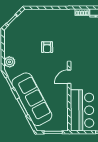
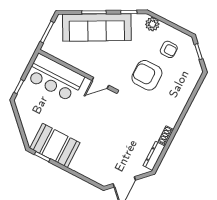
armchair: (21, 41) -> (169, 49), added
armchair: (47, 47) -> (147, 75), width x1.88, depth x1.88
door: (69, 77) -> (100, 83), swing flipped

